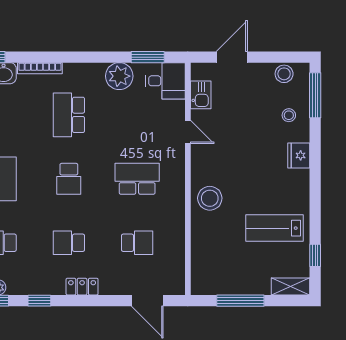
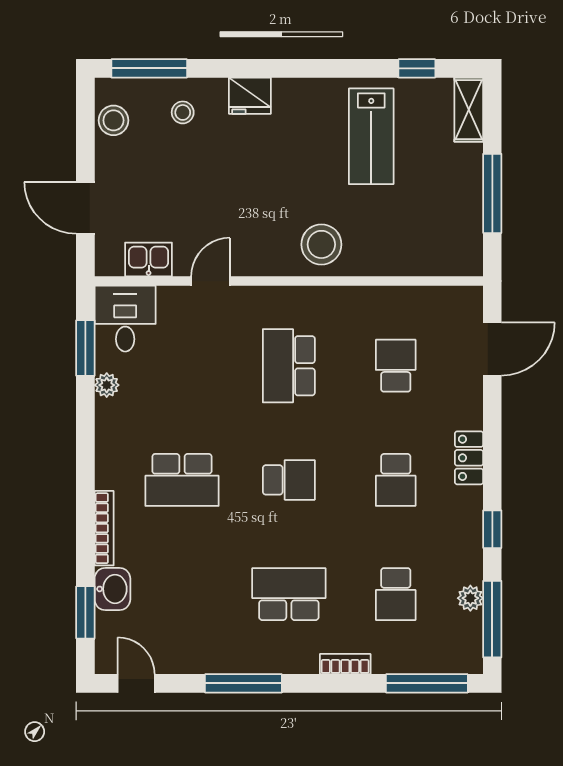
plant: (119, 76) -> (107, 385), width x0.53, depth x0.53

